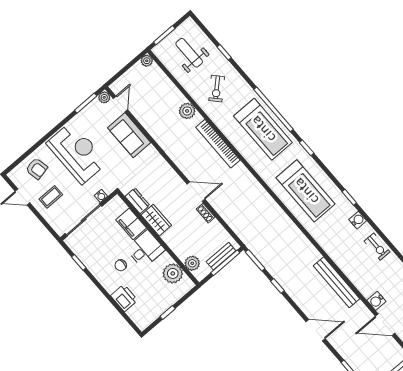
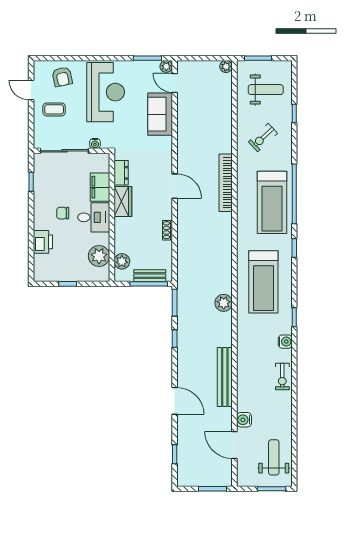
weight bench: (189, 53) -> (266, 90), turned 90
door: (120, 104) -> (175, 83), swing flipped
plant: (187, 111) -> (224, 303), moved
door: (196, 192) -> (175, 186), moved

